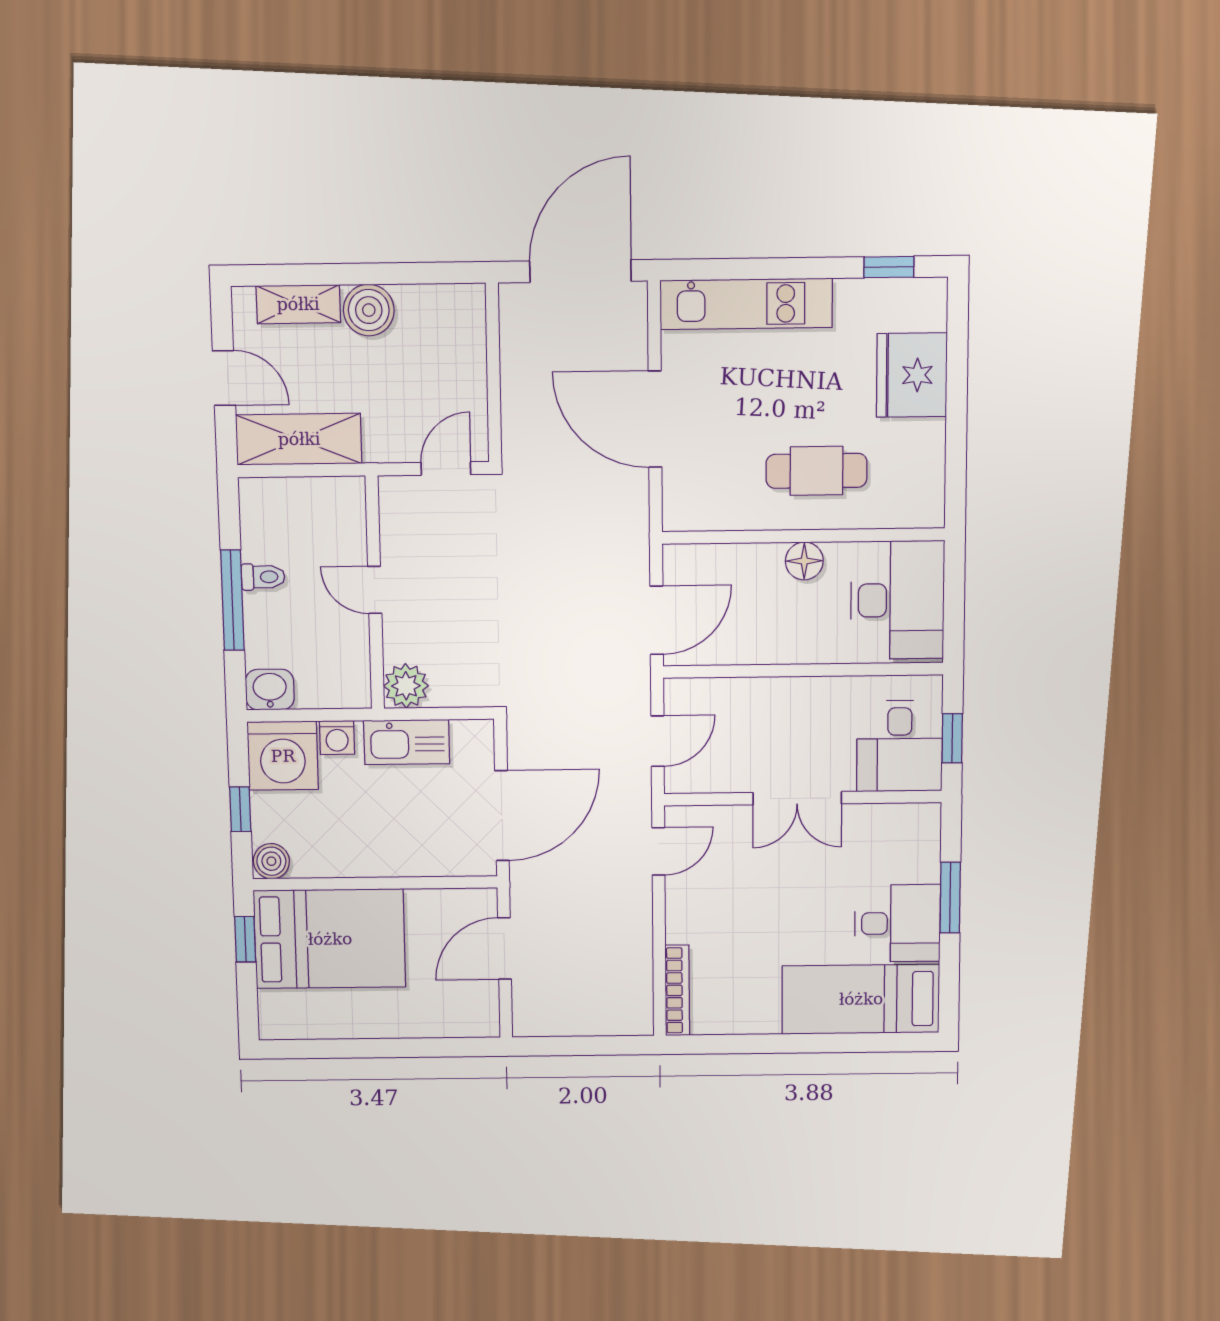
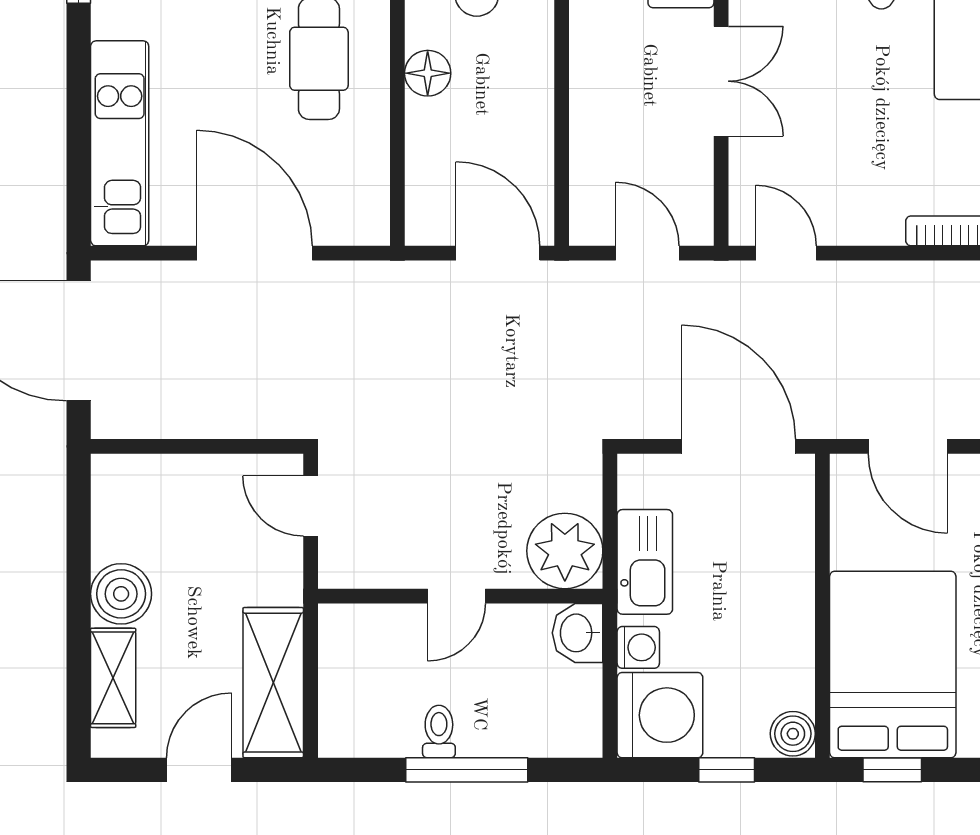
door: (655, 419) -> (255, 253), swing flipped
plant: (406, 686) -> (565, 551), width x1.36, depth x1.36
washbasin: (270, 690) -> (578, 633), moved

